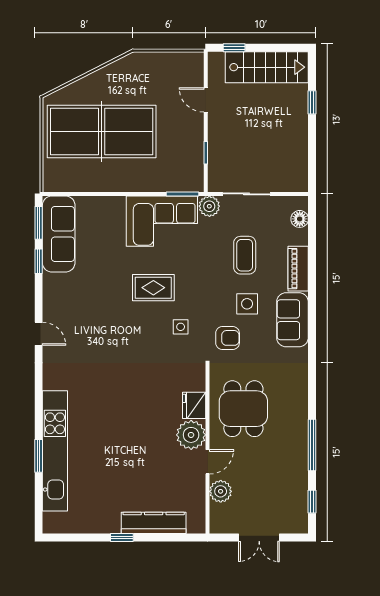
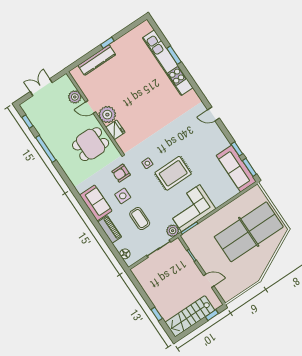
rug: (153, 288) -> (173, 173), width x1.36, depth x1.43
dining table: (243, 409) -> (91, 144), turned 90
door: (208, 462) -> (91, 107), hinge flipped

